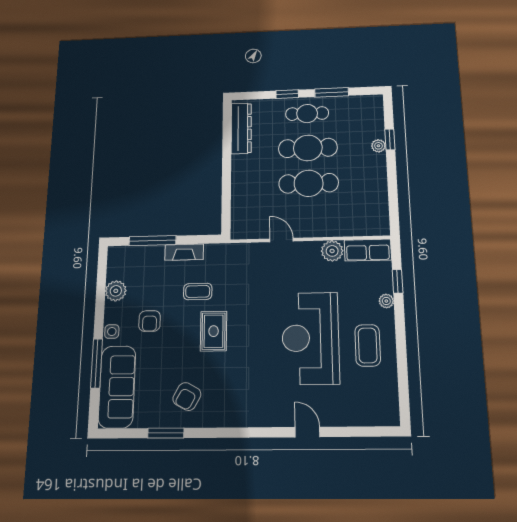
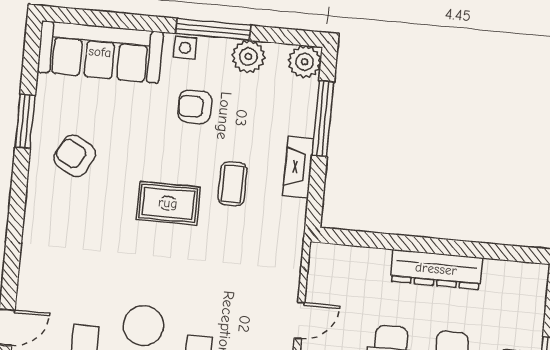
dresser: (241, 128) -> (436, 269), moved
plant: (118, 256) -> (305, 62), added
window: (97, 363) -> (213, 29), moved

